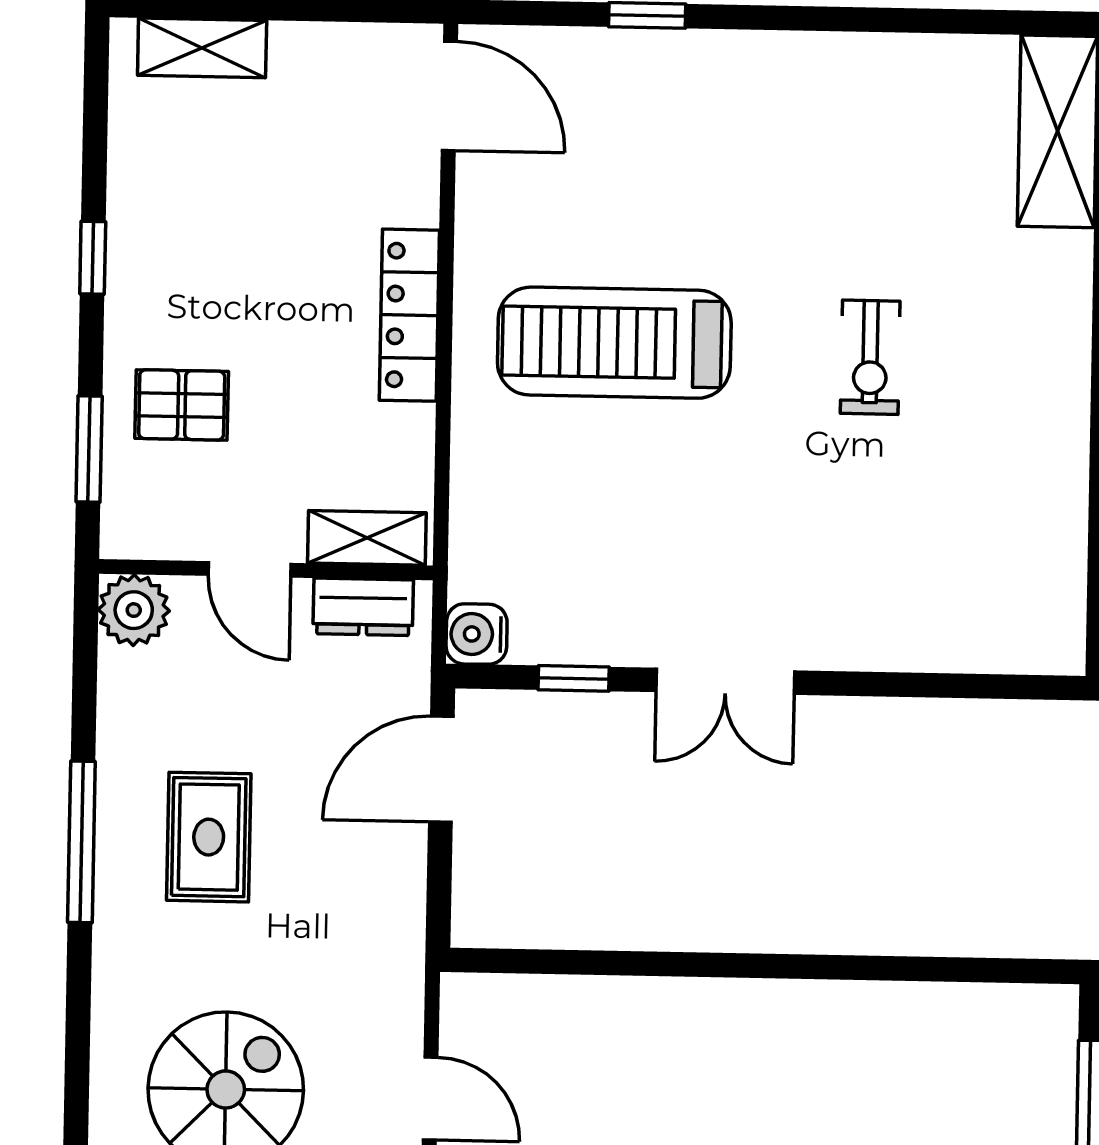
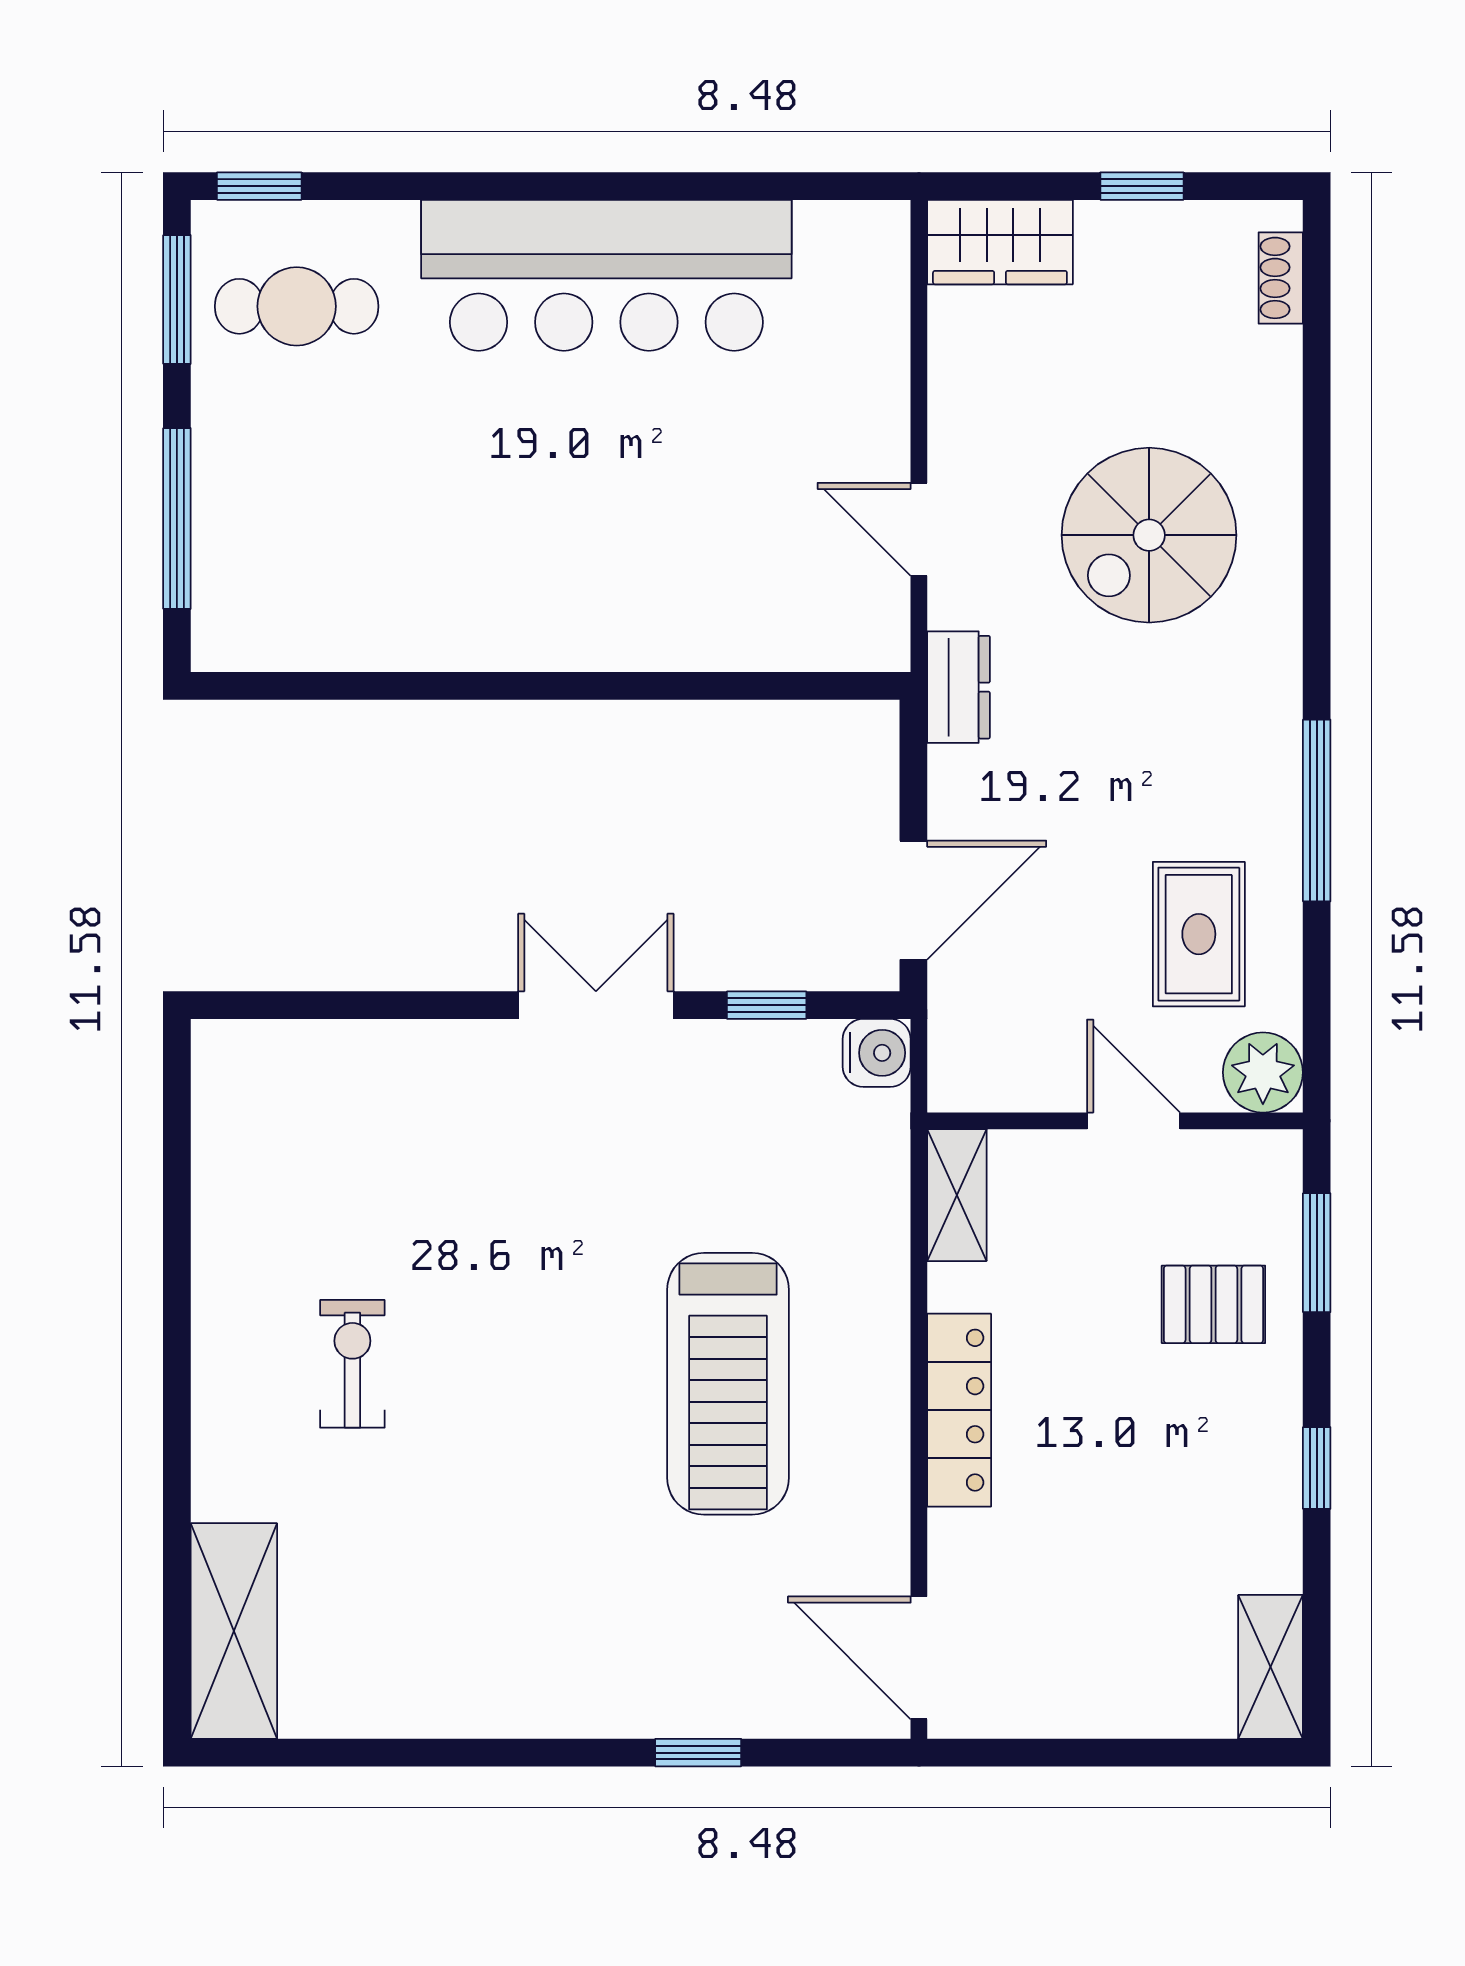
shelving: (202, 48) -> (1271, 1667), moved, turned 90
treadmill: (614, 343) -> (728, 1384), turned 90
exercise bike: (870, 357) -> (352, 1364), moved
shelving: (367, 538) -> (957, 1195), moved, turned 90
dresser: (363, 607) -> (959, 687), moved, turned 90
rug: (209, 837) -> (1199, 934), moved

